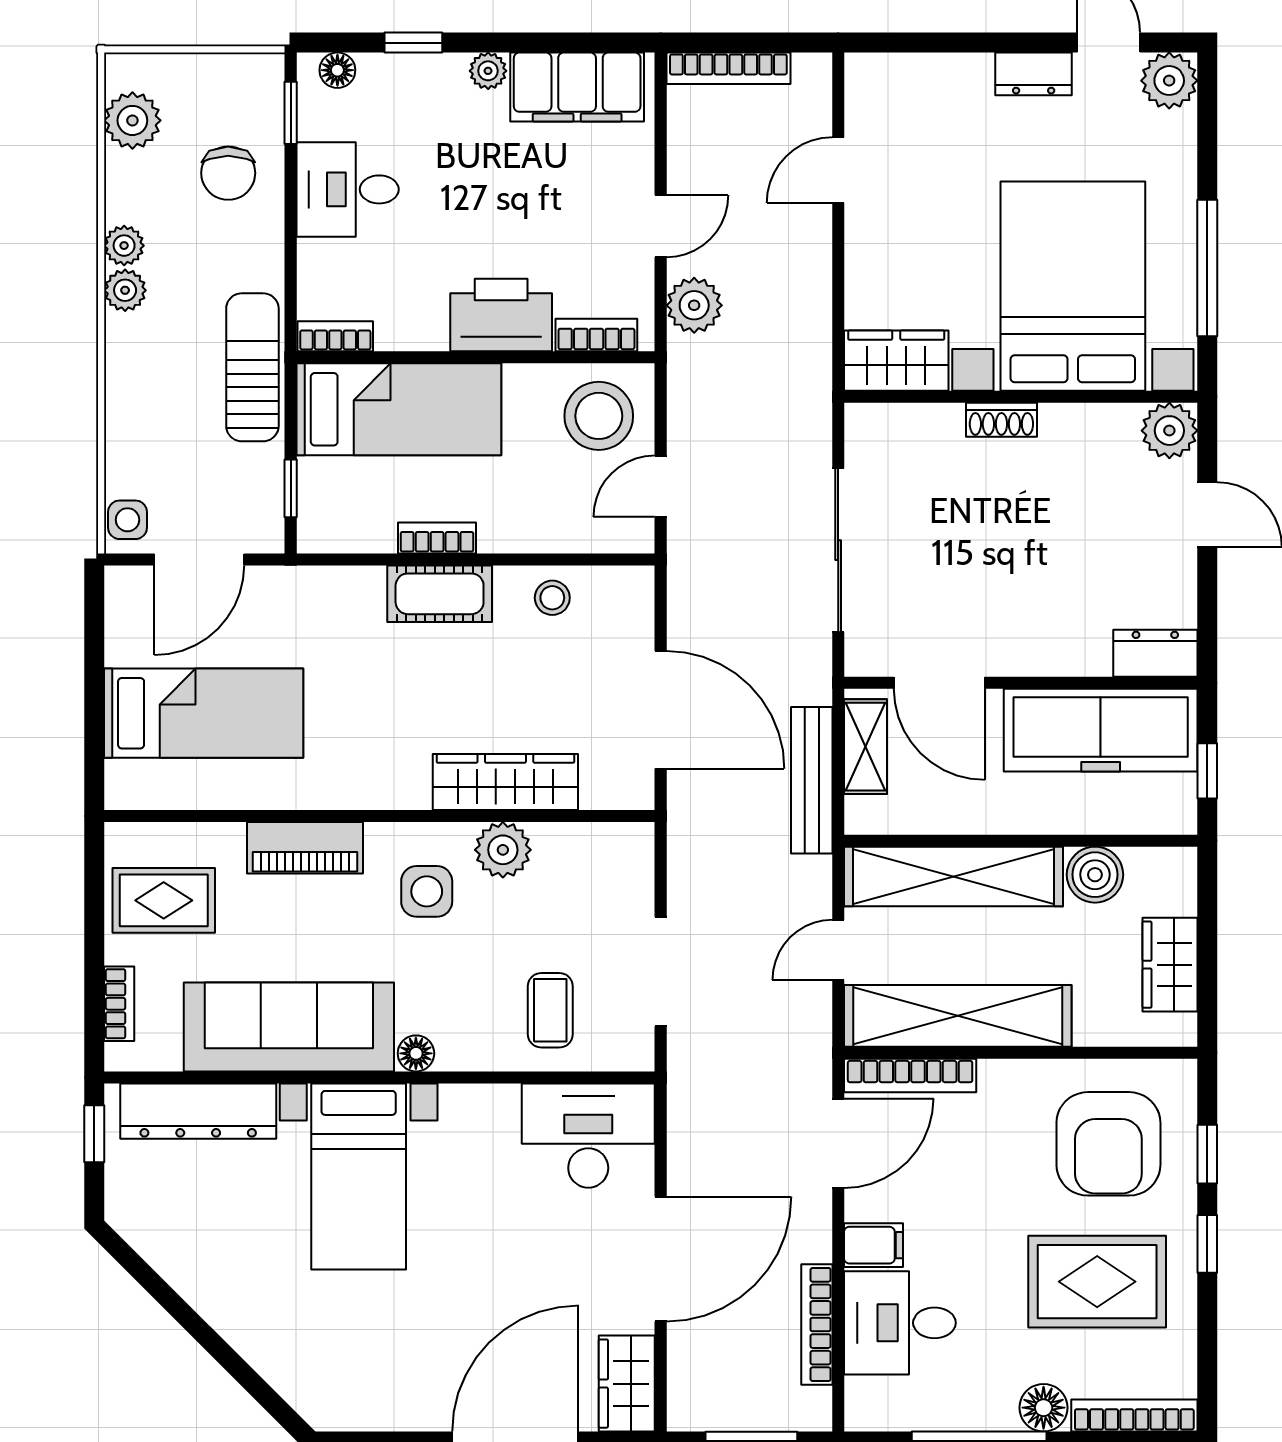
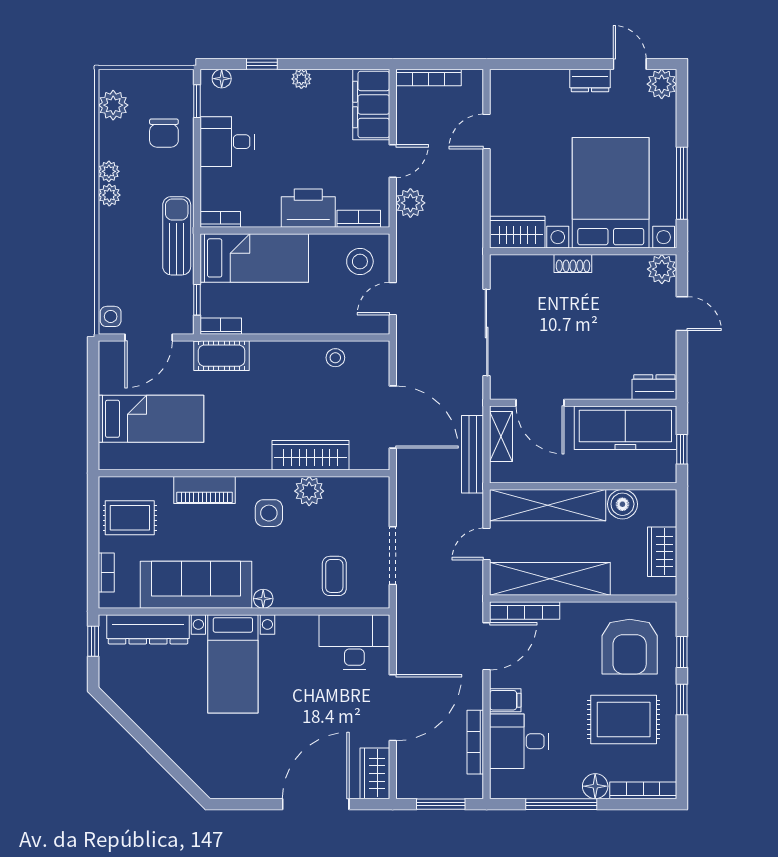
filing cabinet: (577, 87) -> (371, 104), moved, turned 90
stool: (599, 416) -> (360, 262), width x0.73, depth x0.73
bookcase: (437, 538) -> (221, 326), moved
cot: (440, 594) -> (222, 356), moved

